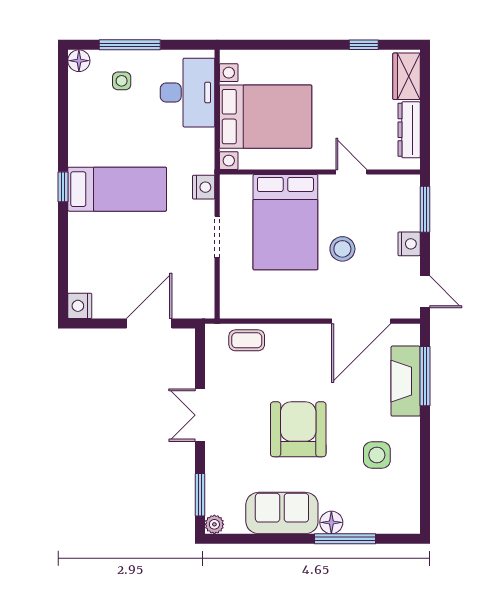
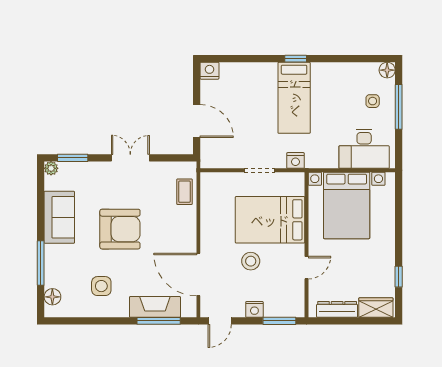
floor lamp: (331, 522) -> (52, 297), moved

